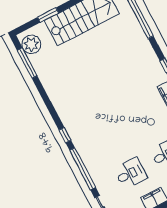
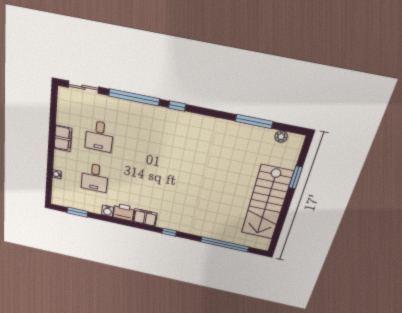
plant: (31, 44) -> (281, 137), width x0.53, depth x0.53
window: (27, 63) -> (254, 121), moved

